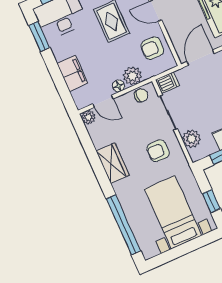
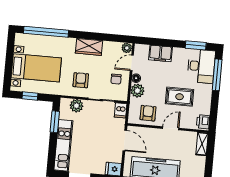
chair: (141, 95) -> (116, 79), moved

